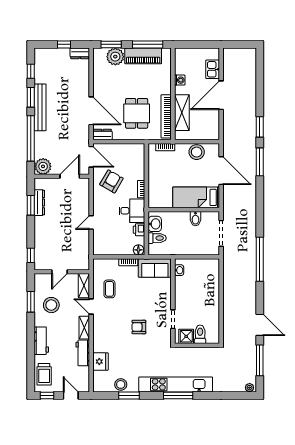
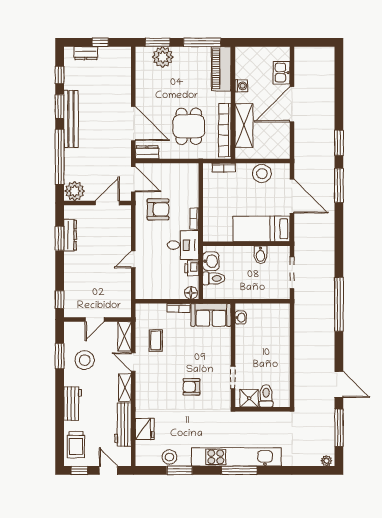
dresser: (80, 53) -> (86, 53), moved
piano: (143, 56) -> (221, 69), moved, turned 90
armchair: (111, 181) -> (158, 209), turned 60
workbench: (83, 353) -> (123, 424), width x1.37

